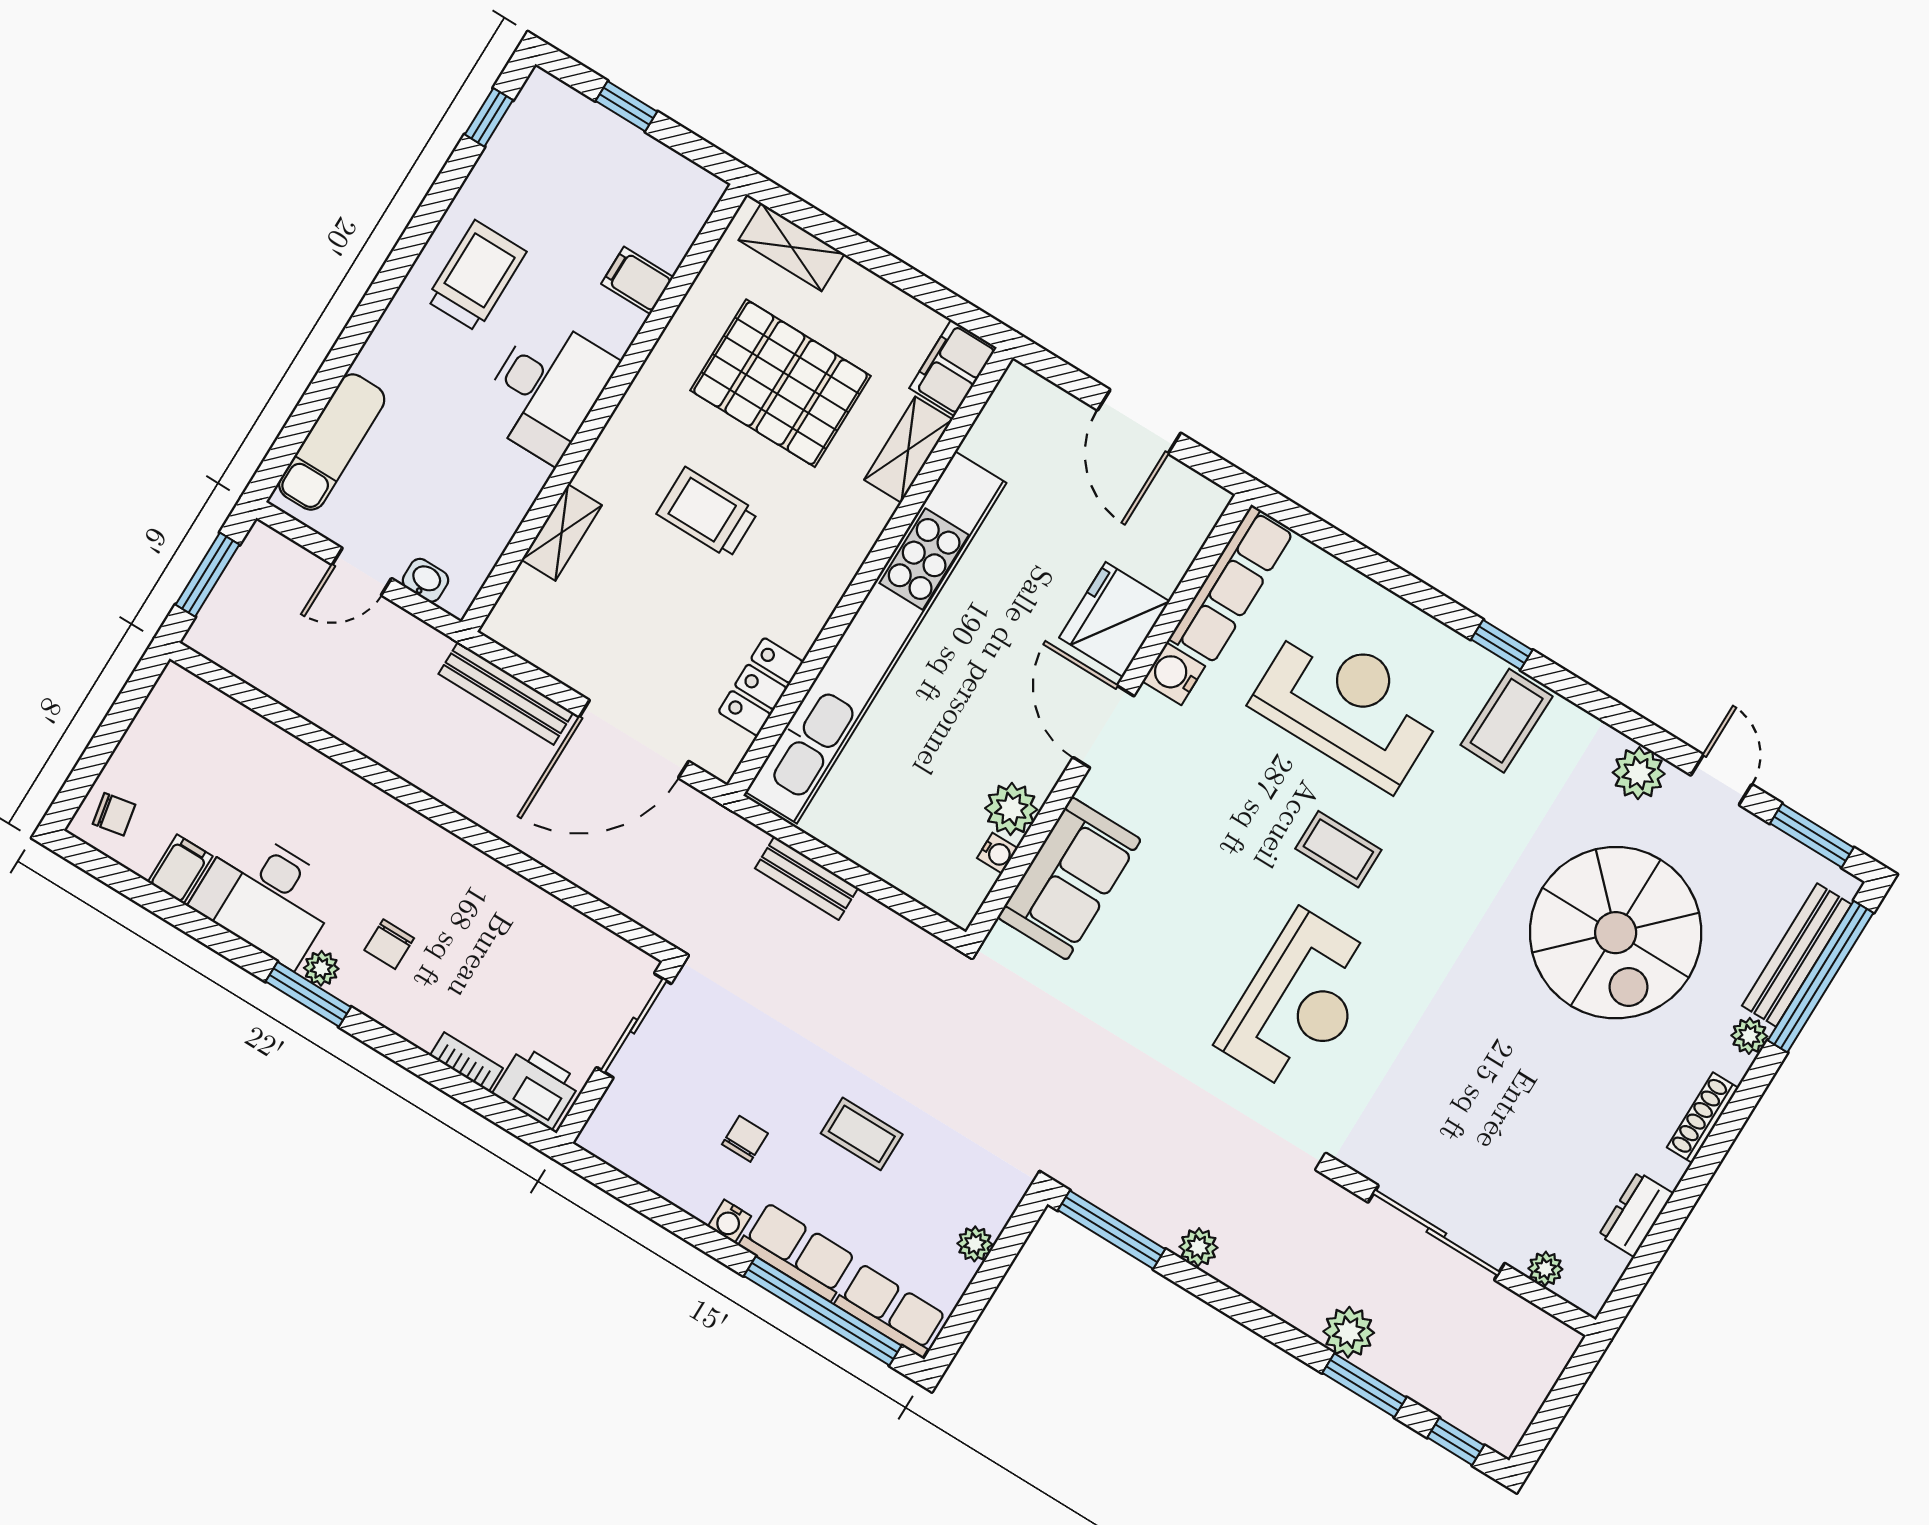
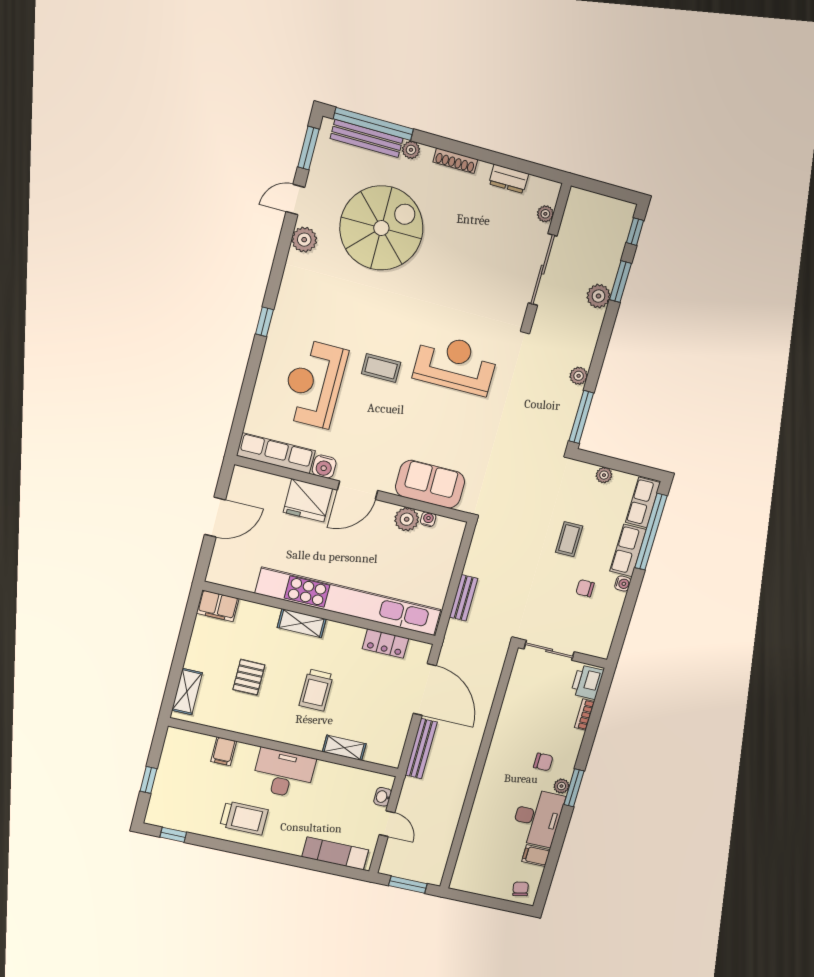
trolley: (476, 276) -> (244, 818), turned 180
pallet: (780, 383) -> (249, 677), width x0.49, depth x0.50
shelving: (908, 450) -> (302, 623), moved
coffee table: (1507, 721) -> (299, 309), removed
coffee table: (1338, 849) -> (381, 368), turned 90

